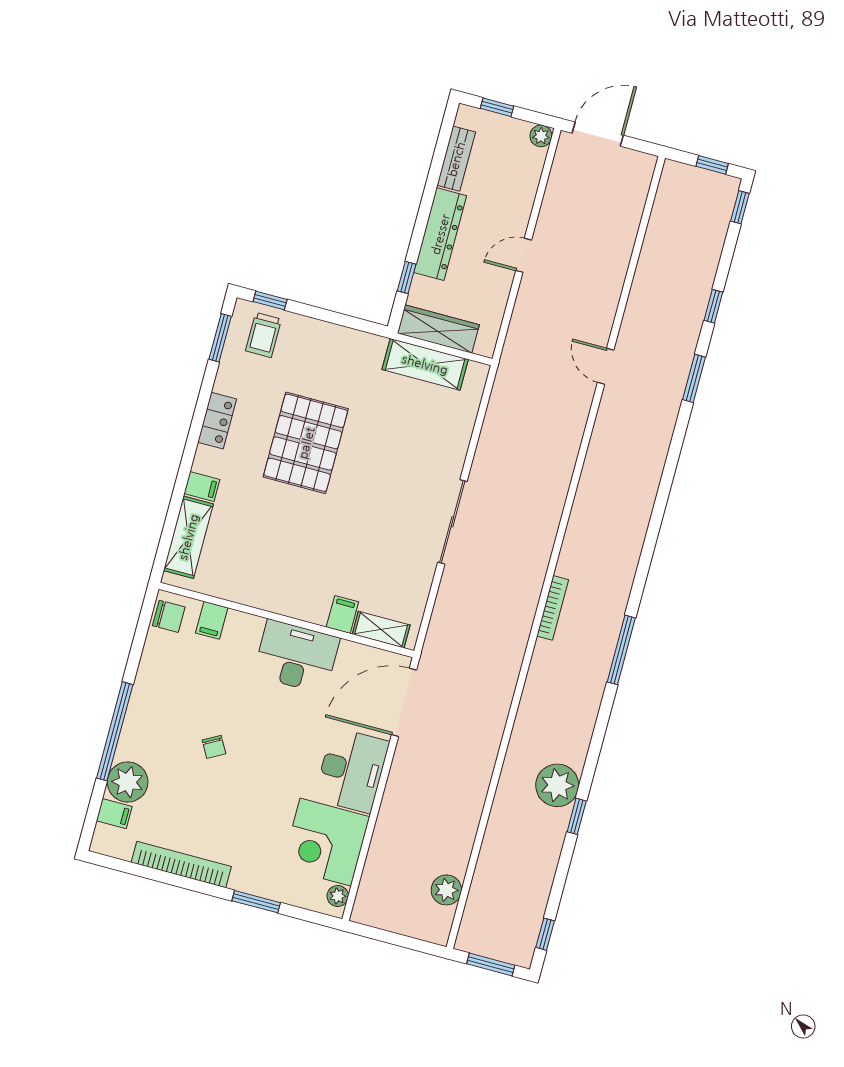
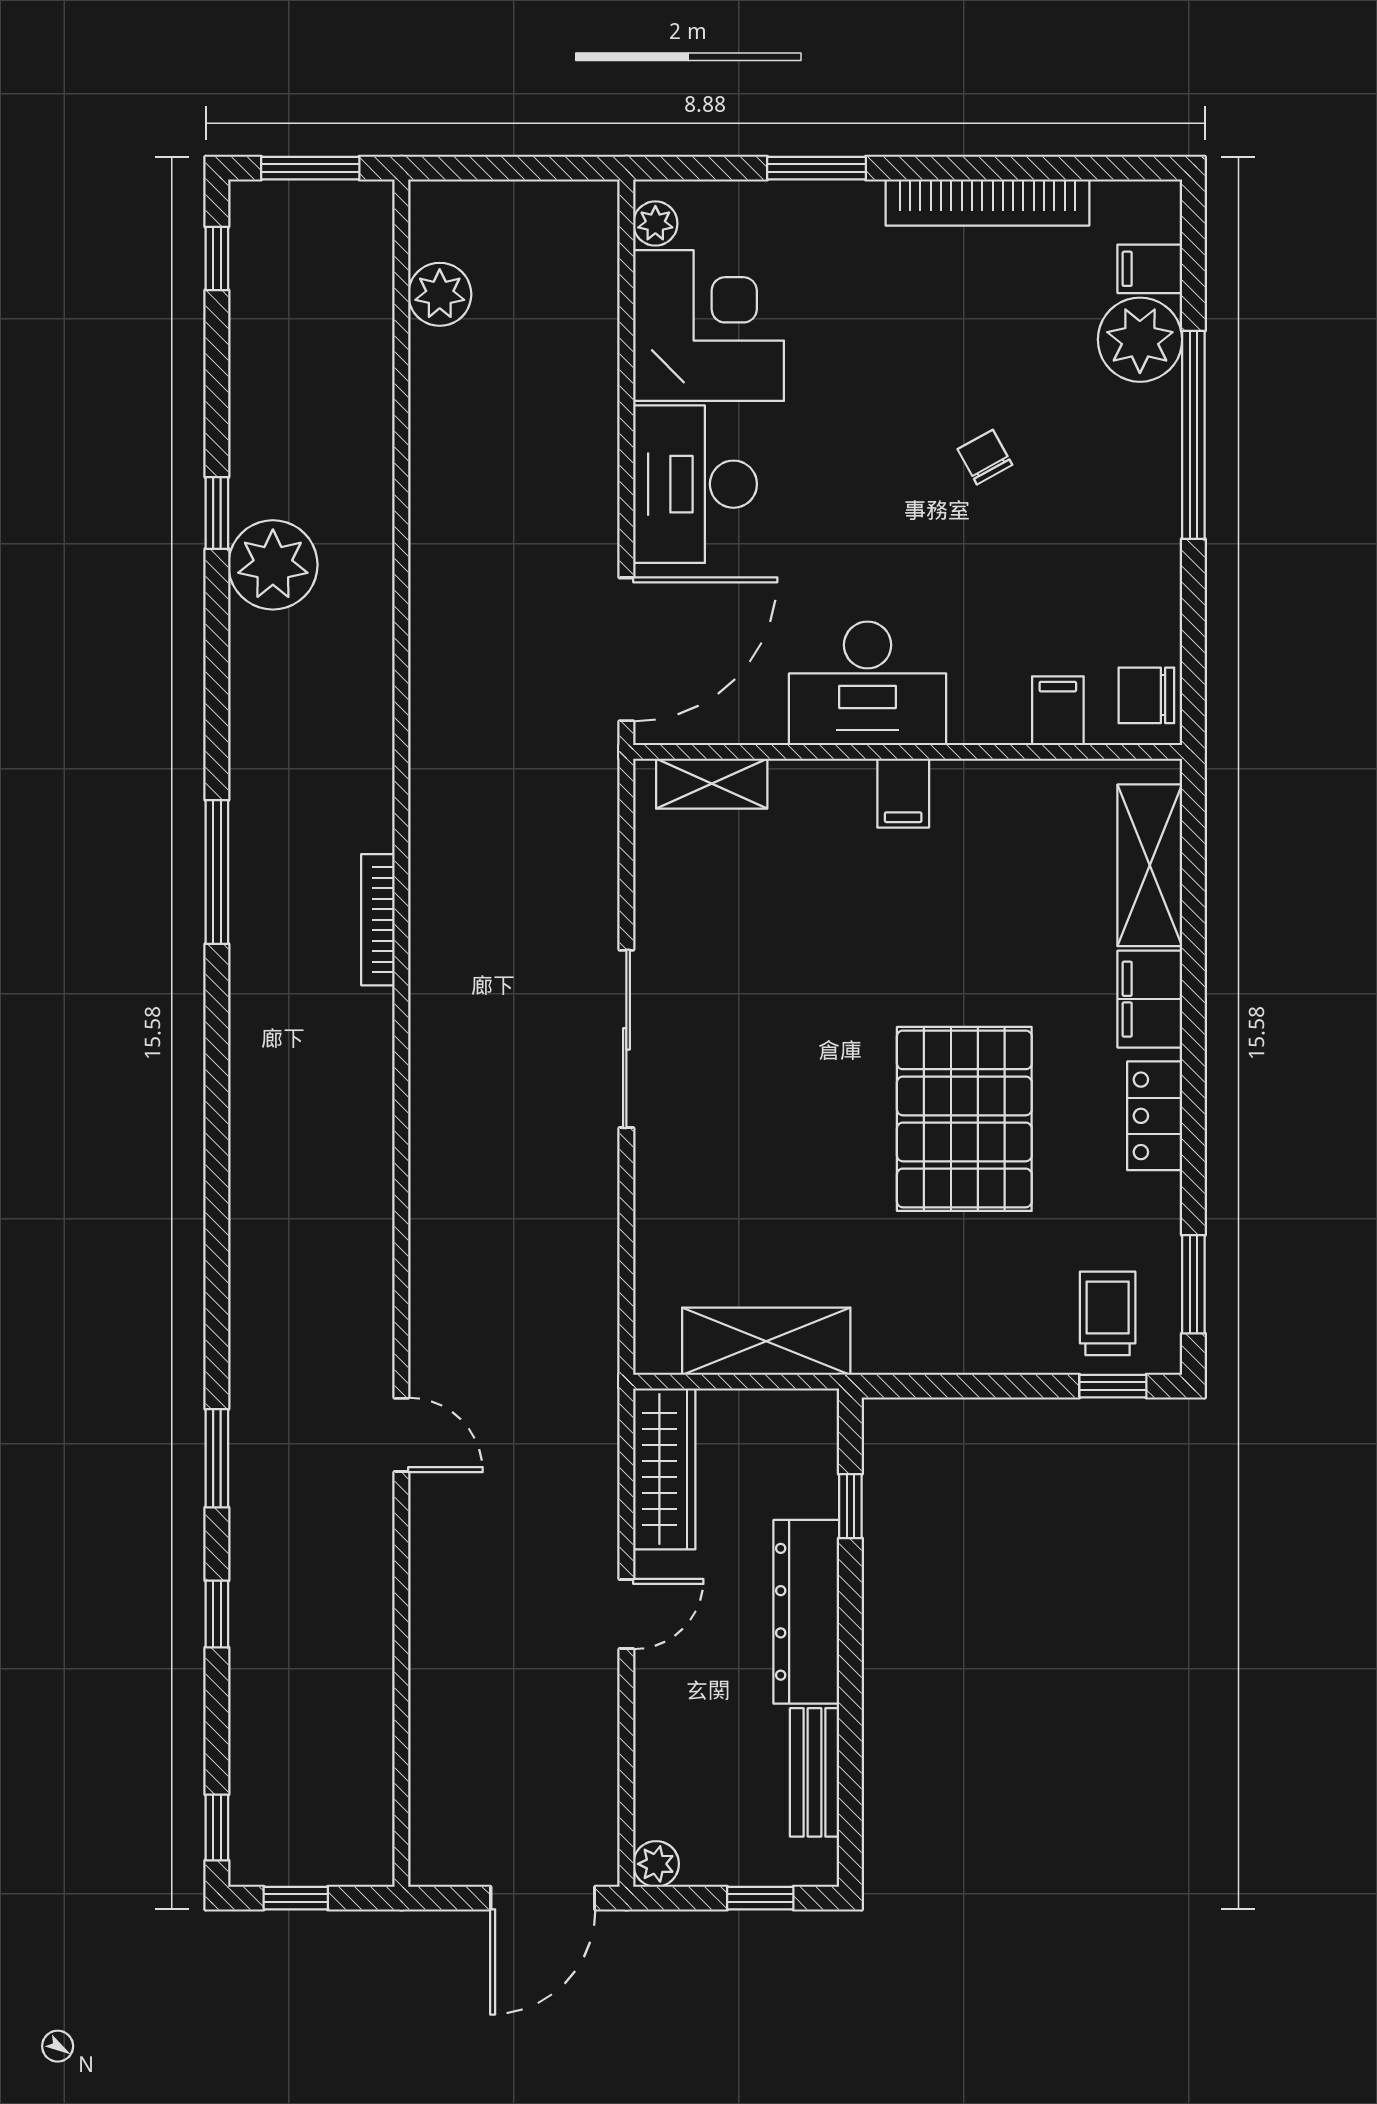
wardrobe: (438, 329) -> (664, 1469), moved, turned -90
filing cabinet: (202, 487) -> (1150, 999), width x2.00
filing cabinet: (342, 614) -> (903, 793), moved

